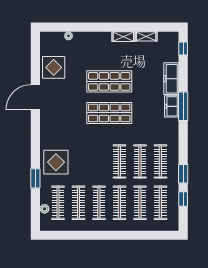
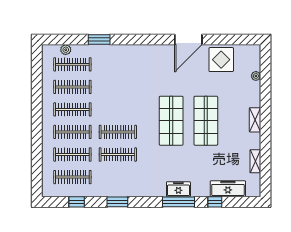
shelving: (123, 37) -> (255, 120), moved
window: (183, 49) -> (215, 202), moved
freezer: (171, 79) -> (228, 189), moved
door: (35, 97) -> (188, 40), swing flipped
clothes rail: (160, 161) -> (118, 177), removed
display table: (56, 162) -> (117, 62), removed
window: (183, 174) -> (117, 202), moved

